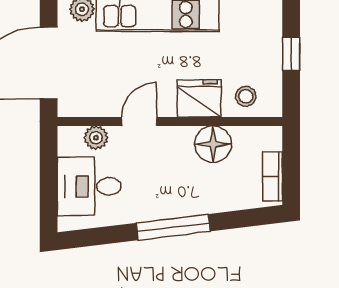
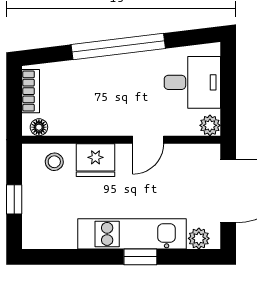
plant: (96, 138) -> (210, 125), moved
floor lamp: (213, 144) -> (39, 127), moved, width x0.53, depth x0.53
window: (173, 227) -> (118, 46), width x1.46

